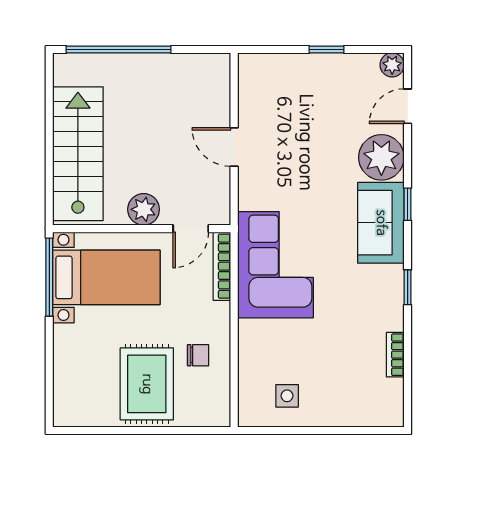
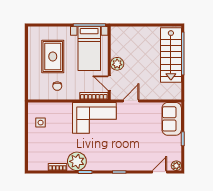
door: (408, 106) -> (159, 172), hinge flipped
door: (234, 147) -> (131, 101), moved
stairs: (78, 154) -> (171, 55), moved, turned 90
plant: (381, 157) -> (77, 161), moved
sofa: (381, 223) -> (172, 119), moved, turned -90
rug: (147, 384) -> (53, 56), moved, turned 90

